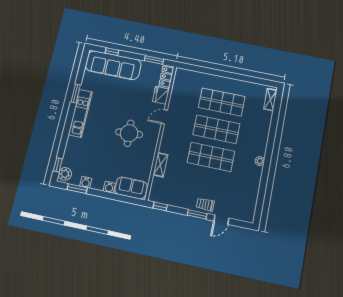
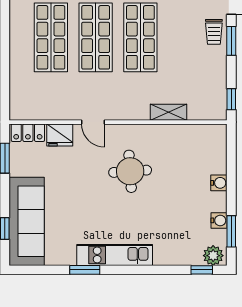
sofa: (131, 188) -> (213, 149), removed

